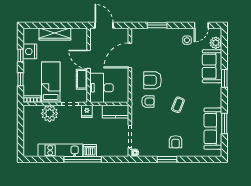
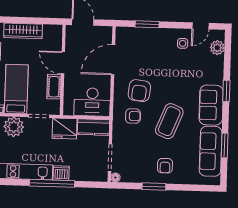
sofa: (212, 66) -> (211, 105), moved
armchair: (152, 80) -> (139, 91), turned -83
desk: (101, 88) -> (92, 102), moved, turned -90
coffee table: (178, 105) -> (169, 121), width x1.86, depth x1.72
fridge: (87, 111) -> (65, 128), width x1.88, depth x1.34

